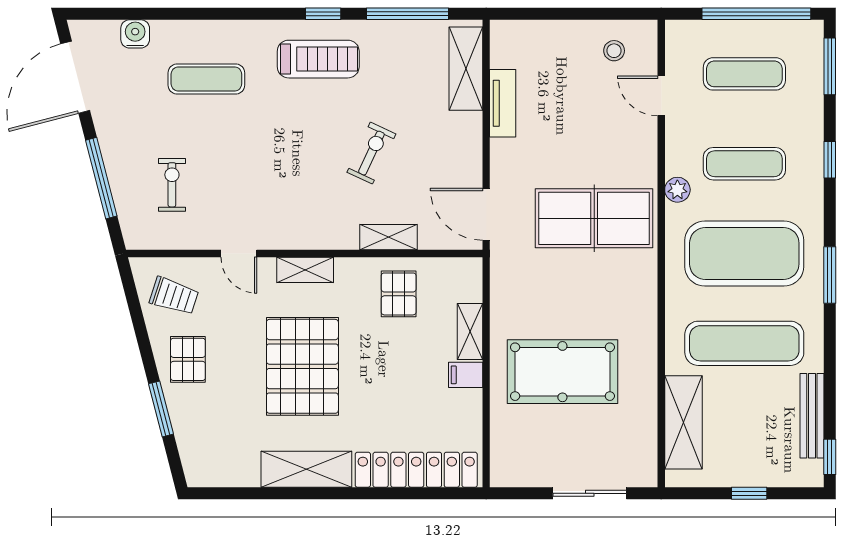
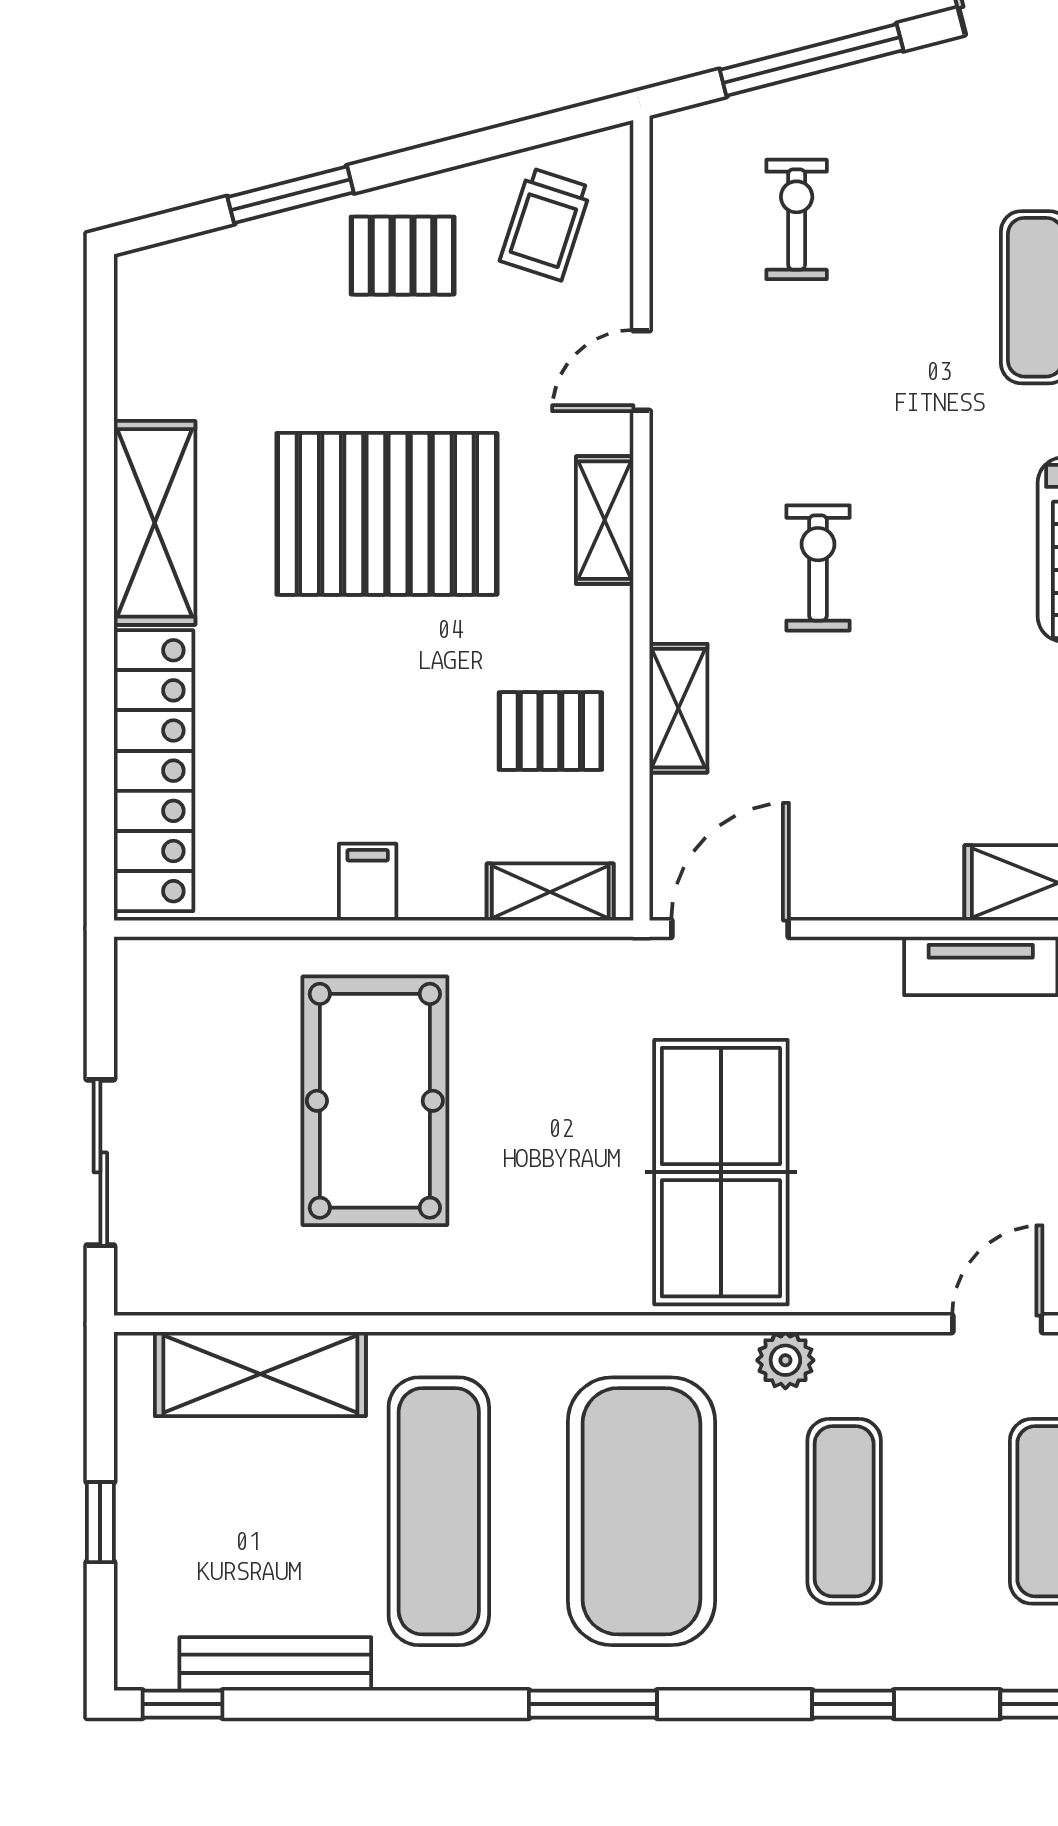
exercise bike: (371, 153) -> (818, 568), moved, turned -115
exercise bike: (172, 185) -> (797, 219), turned -90
shelving: (470, 332) -> (550, 892), moved

